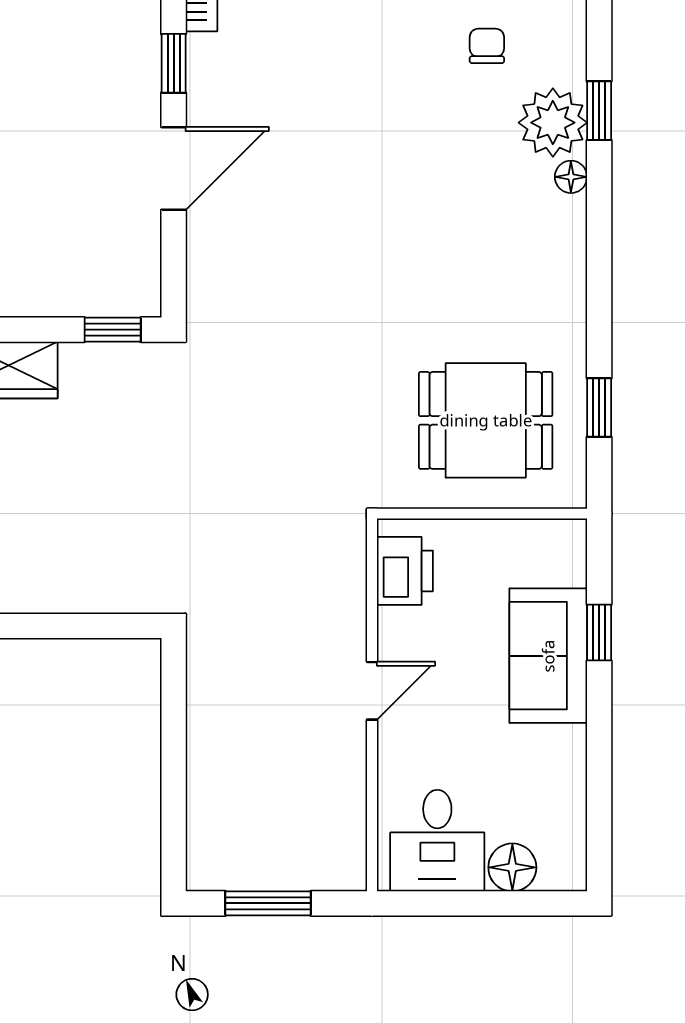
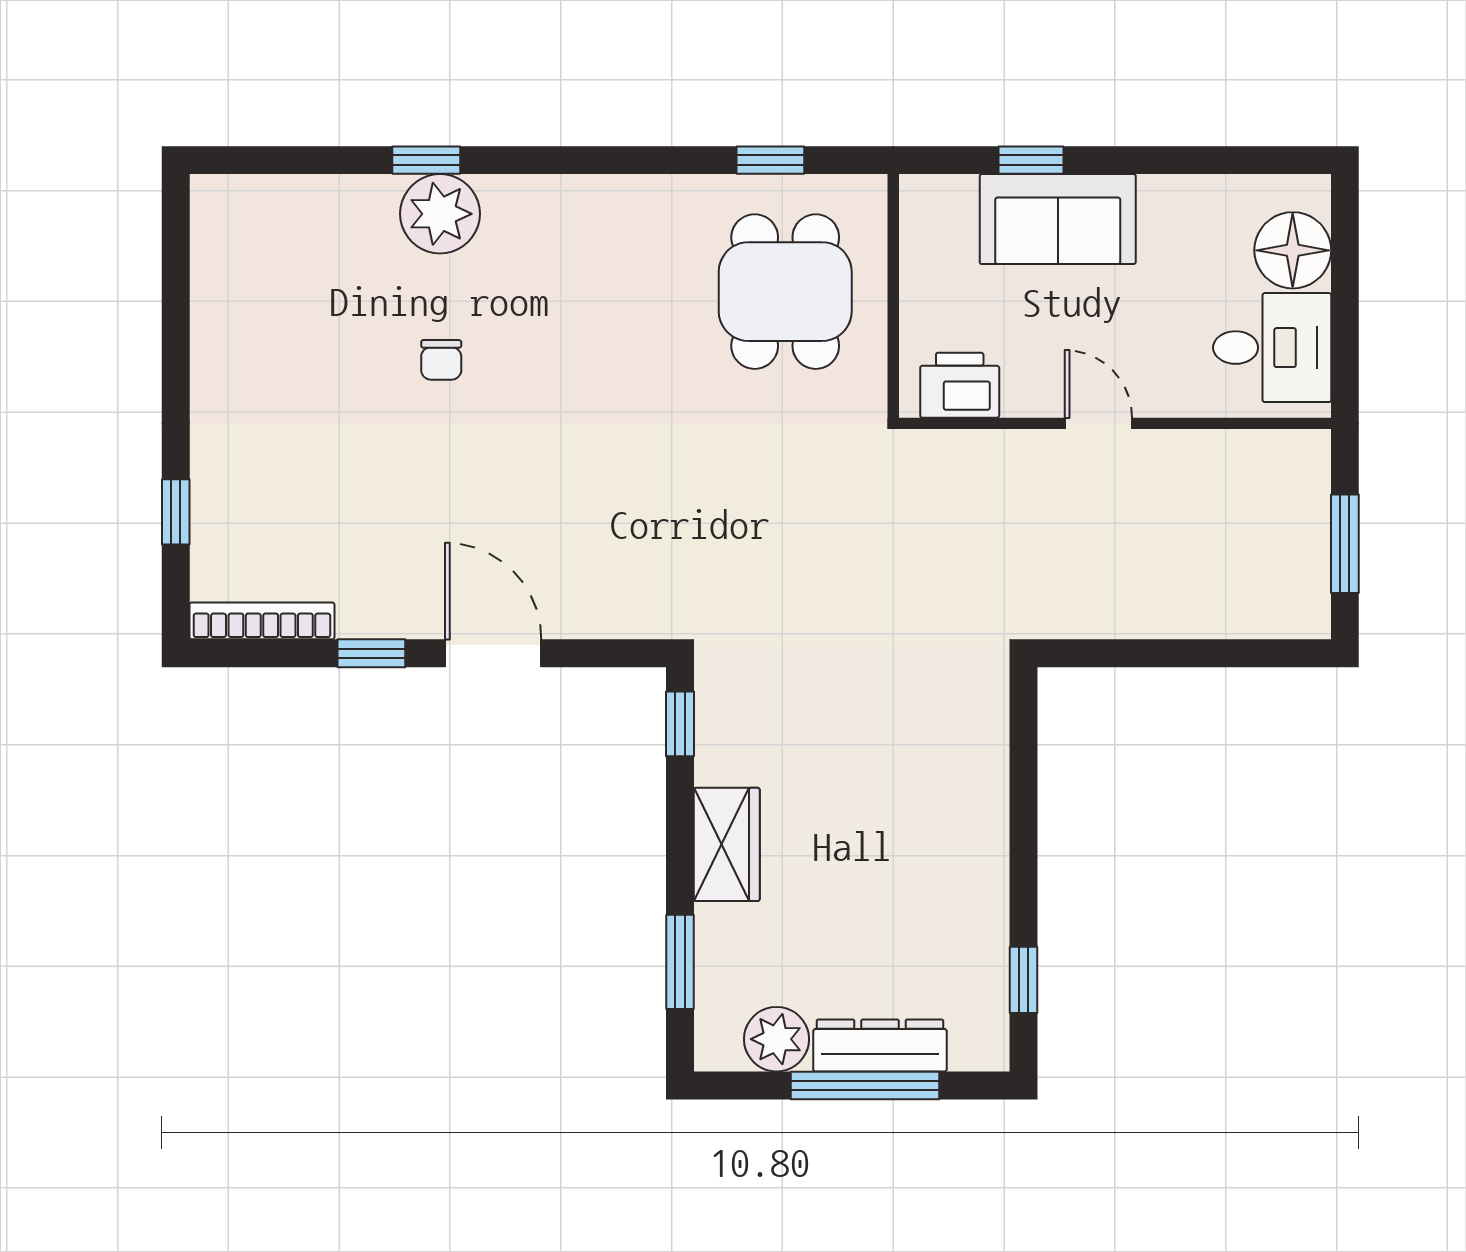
chair: (487, 46) -> (441, 360), moved, turned -90
floor lamp: (571, 177) -> (503, 193), removed
floor lamp: (512, 867) -> (1293, 250), width x1.38, depth x1.38

